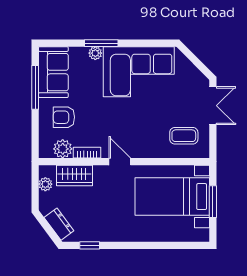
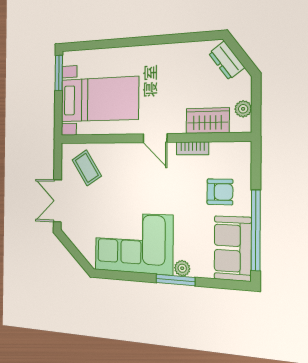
window: (35, 87) -> (256, 230), width x1.46
coffee table: (184, 136) -> (87, 168), turned 57
plant: (63, 149) -> (222, 153), removed
window: (213, 202) -> (59, 73), moved
window: (90, 245) -> (190, 37), removed

